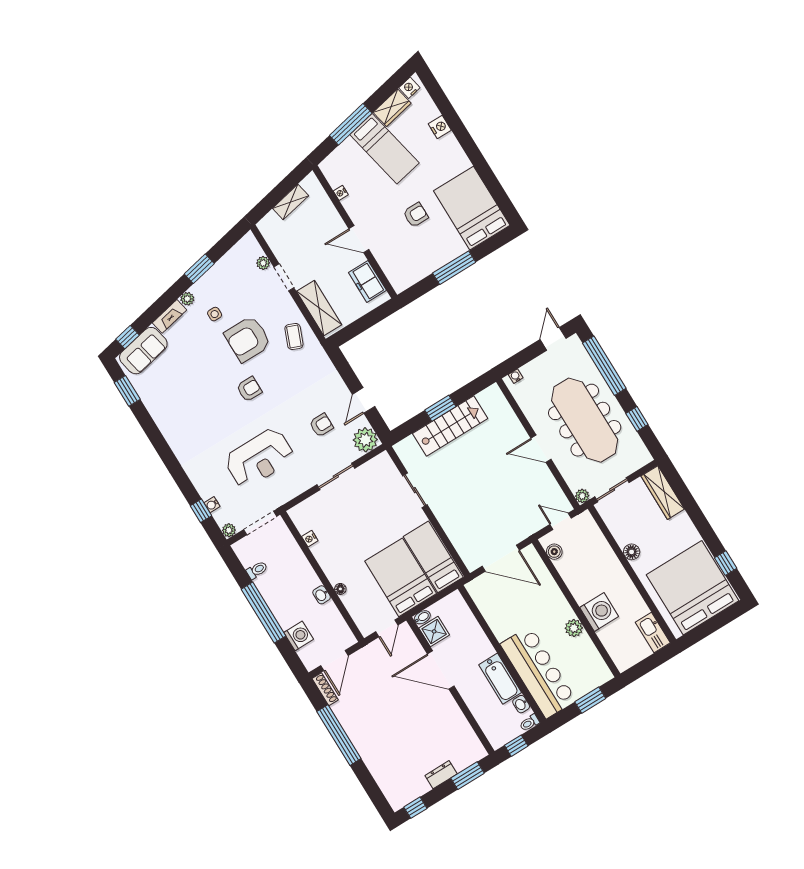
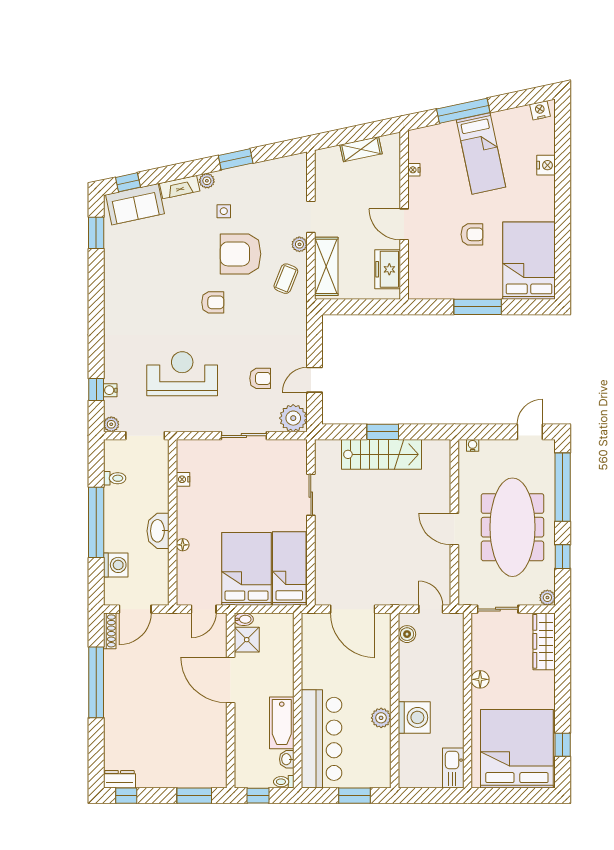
wardrobe: (392, 108) -> (512, 119), removed
plant: (263, 263) -> (299, 244), moved
reception desk: (259, 458) -> (182, 374), turned 180
plant: (582, 496) -> (547, 598), moved
washbasin: (322, 595) -> (158, 531), width x1.91, depth x1.45
dresser: (441, 775) -> (119, 779), moved

